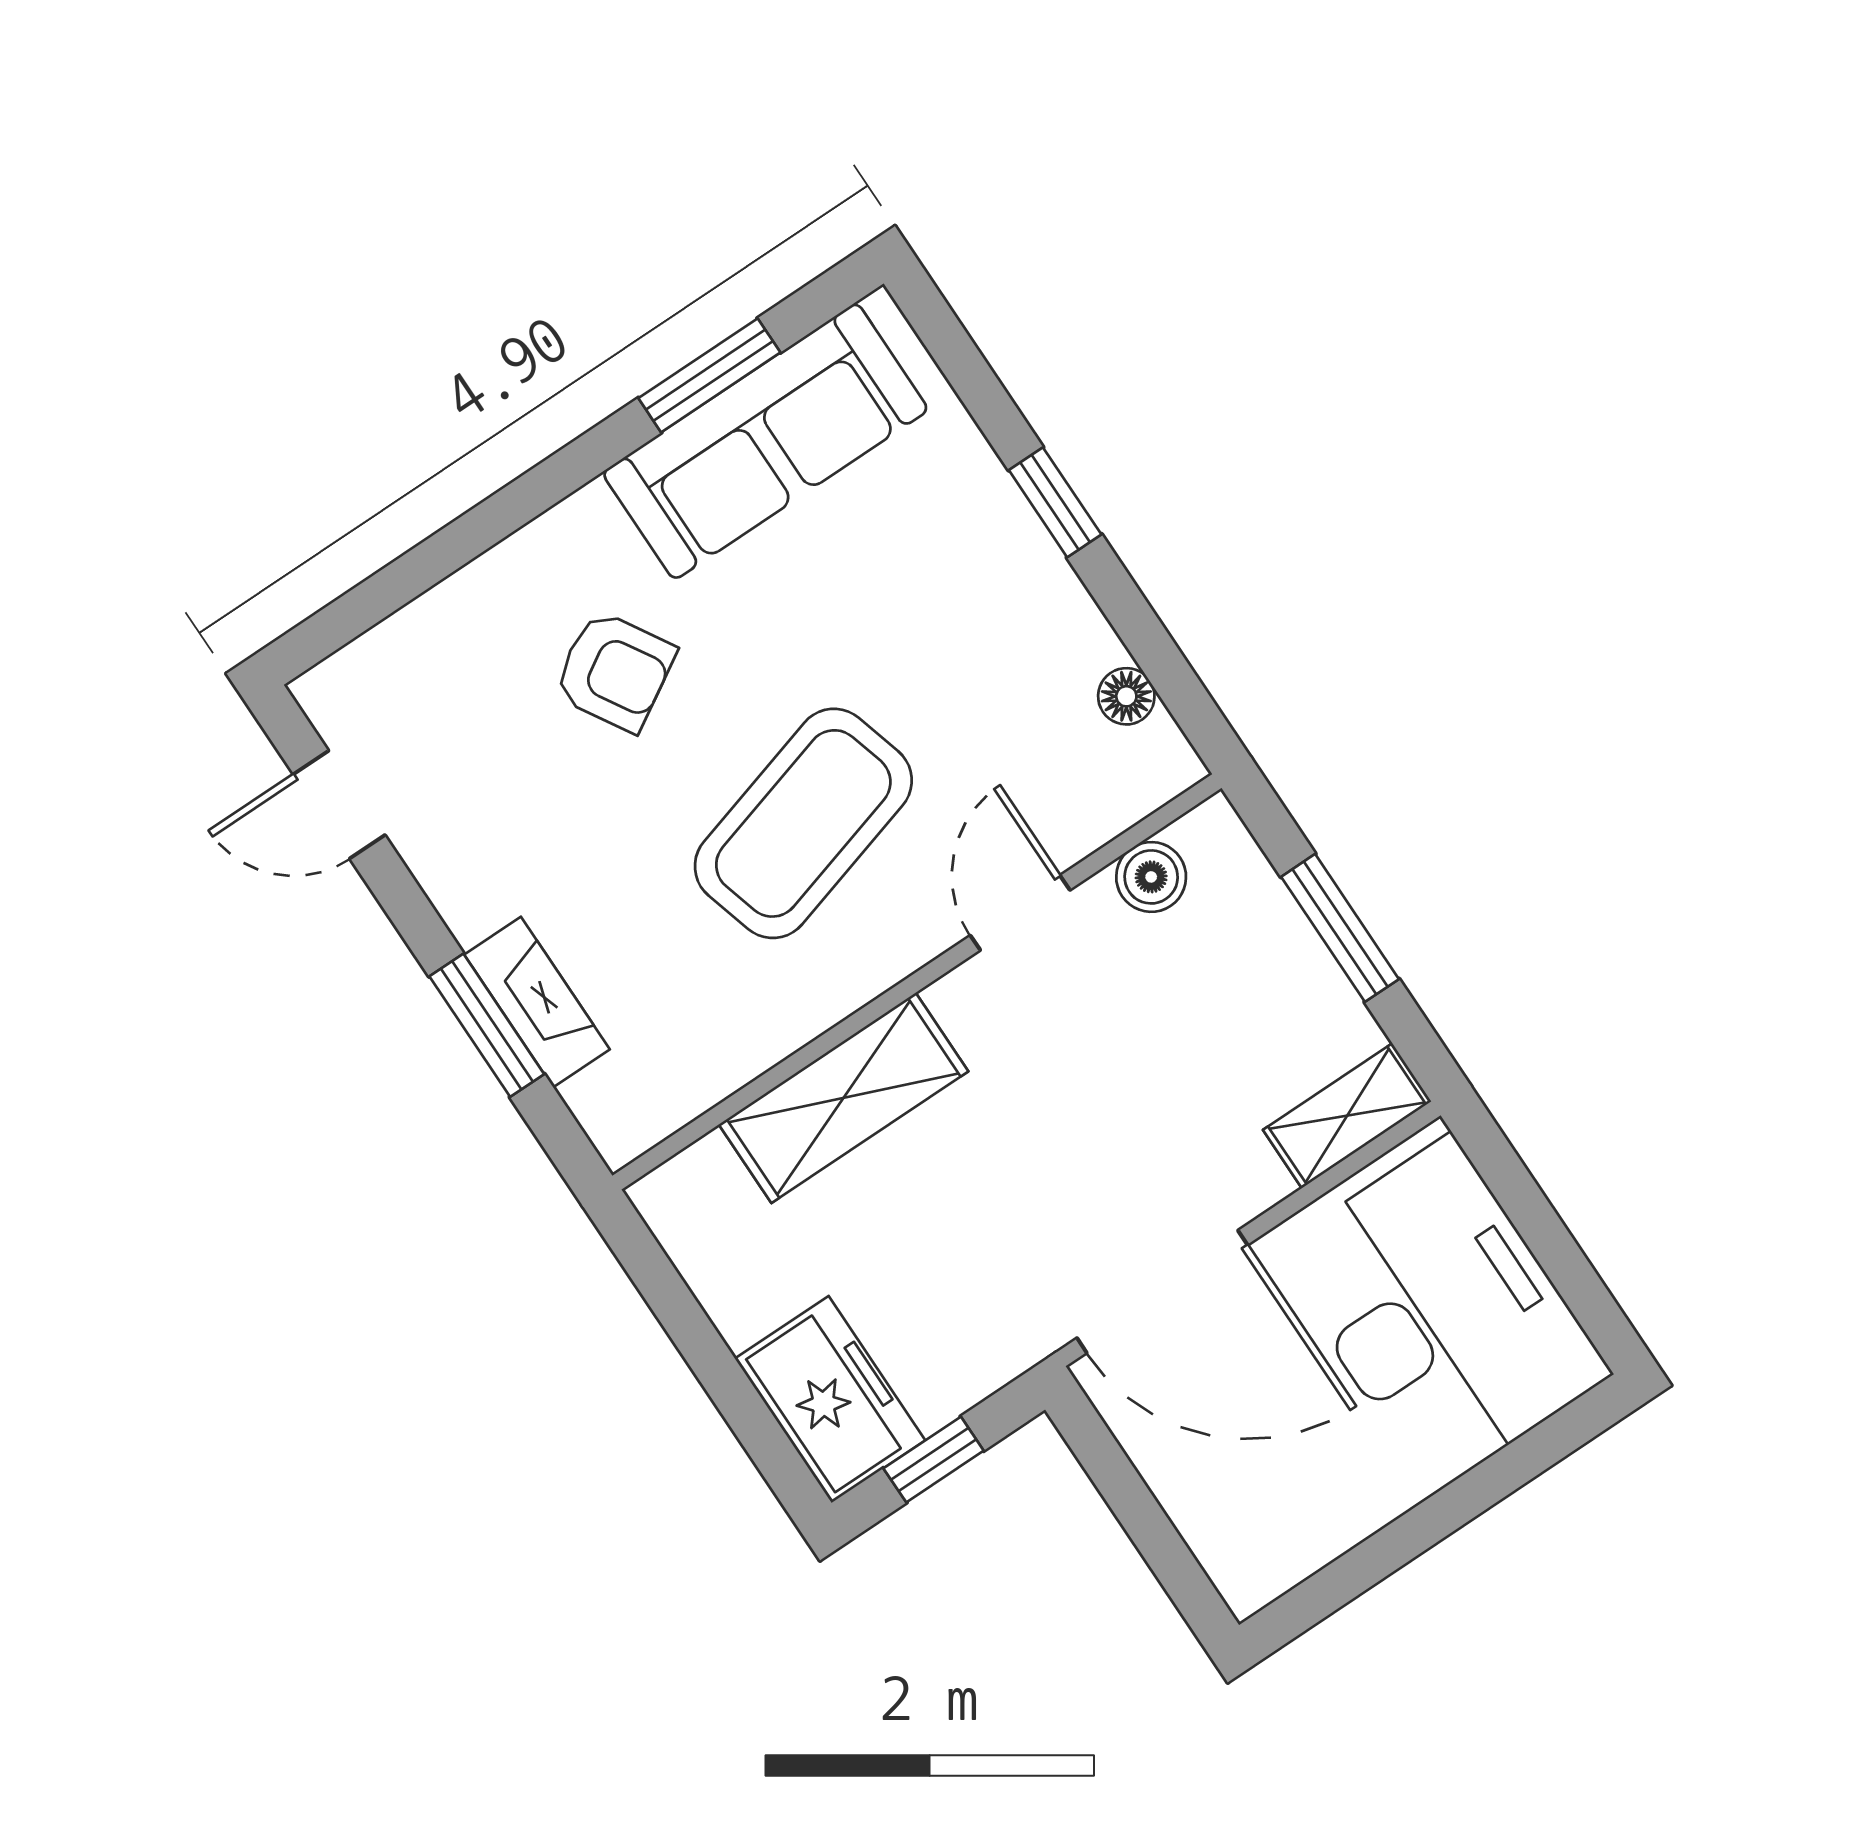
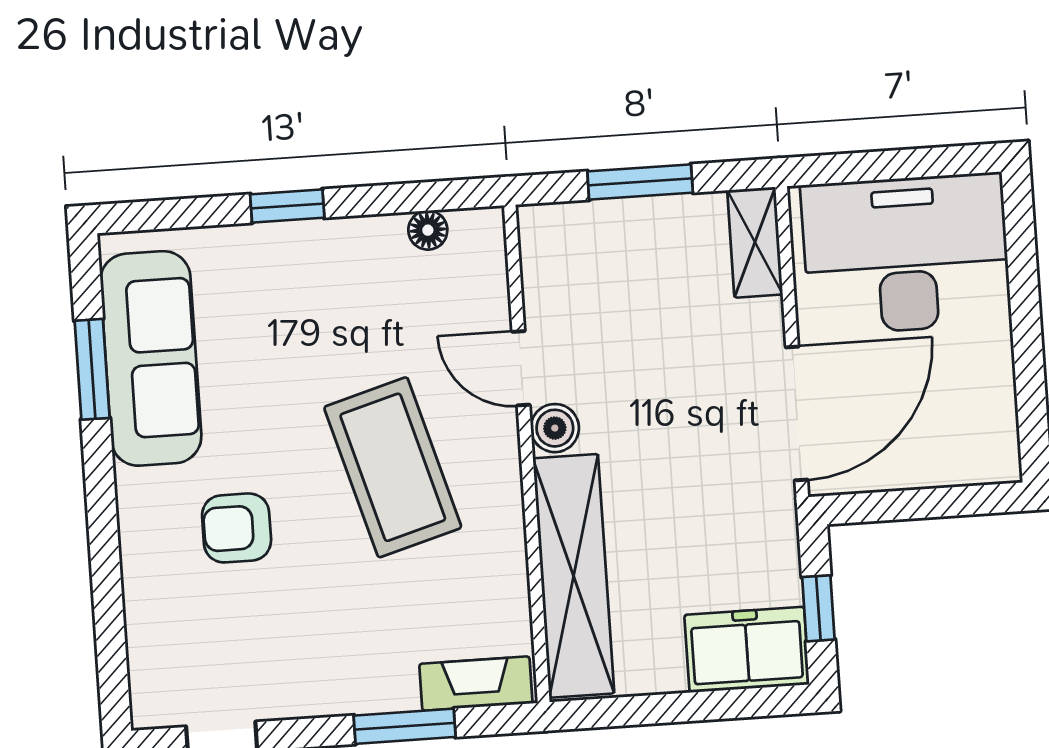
armchair: (614, 671) -> (237, 528), turned -149
boiler: (1151, 877) -> (555, 428), moved
fireplace: (537, 1002) -> (476, 684), moved
shelving: (844, 1098) -> (574, 576), width x1.47

